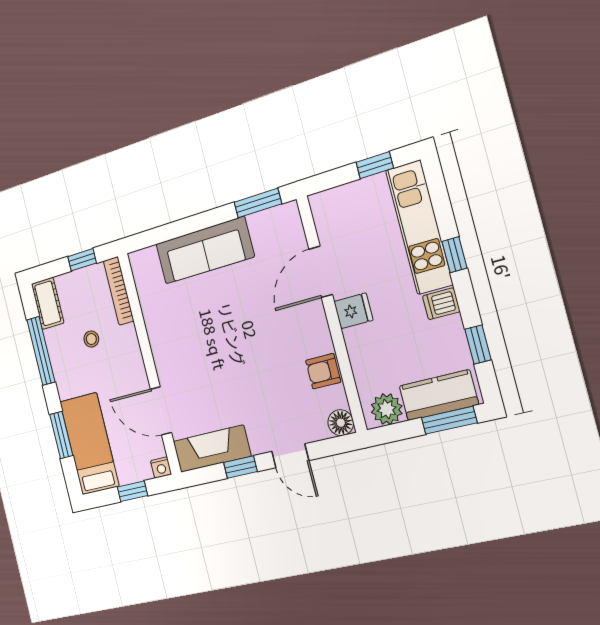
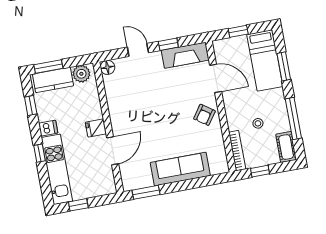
armchair: (323, 371) -> (204, 115), moved, turned 125
nightstand: (161, 467) -> (218, 45), removed

